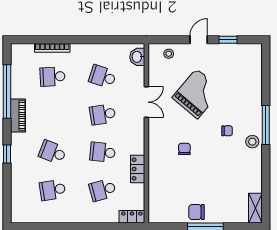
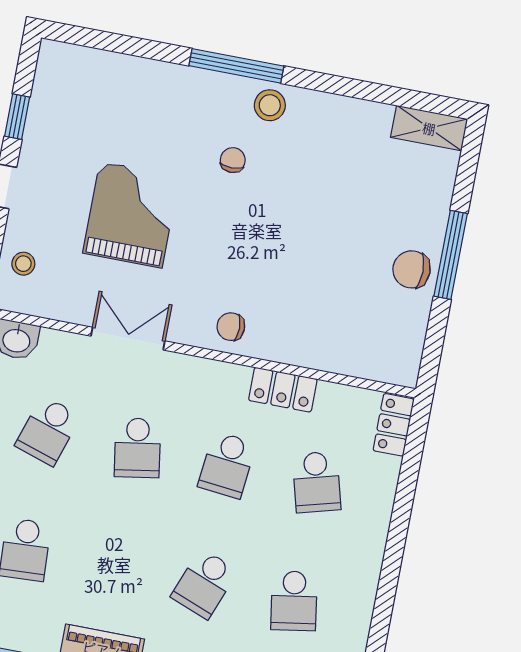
grand piano: (197, 94) -> (131, 215), turned 50
chair: (184, 149) -> (231, 327), moved
chair: (197, 212) -> (411, 269), turned 90

